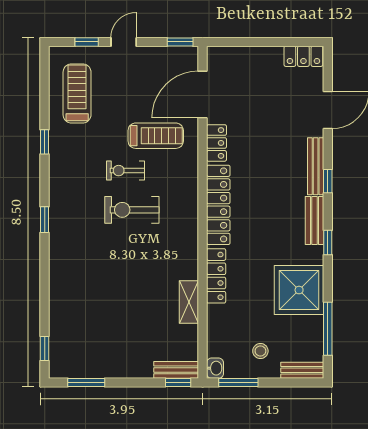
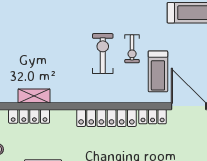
exercise bike: (125, 171) -> (132, 49), turned 180
locker: (216, 276) -> (29, 116), moved

